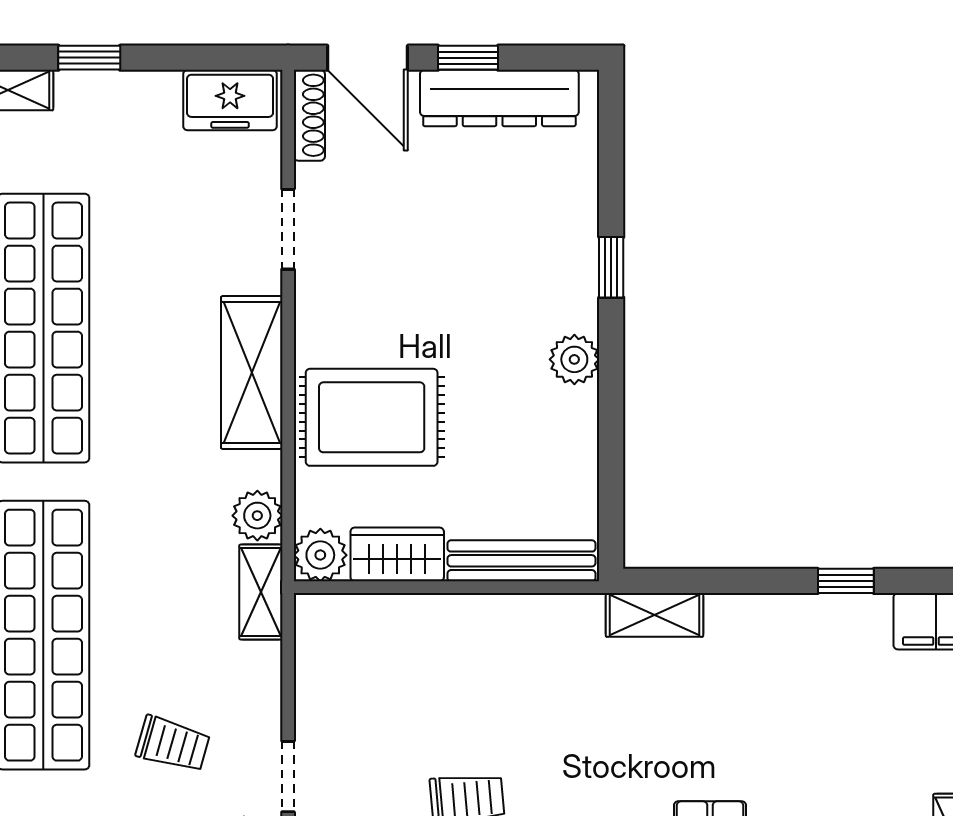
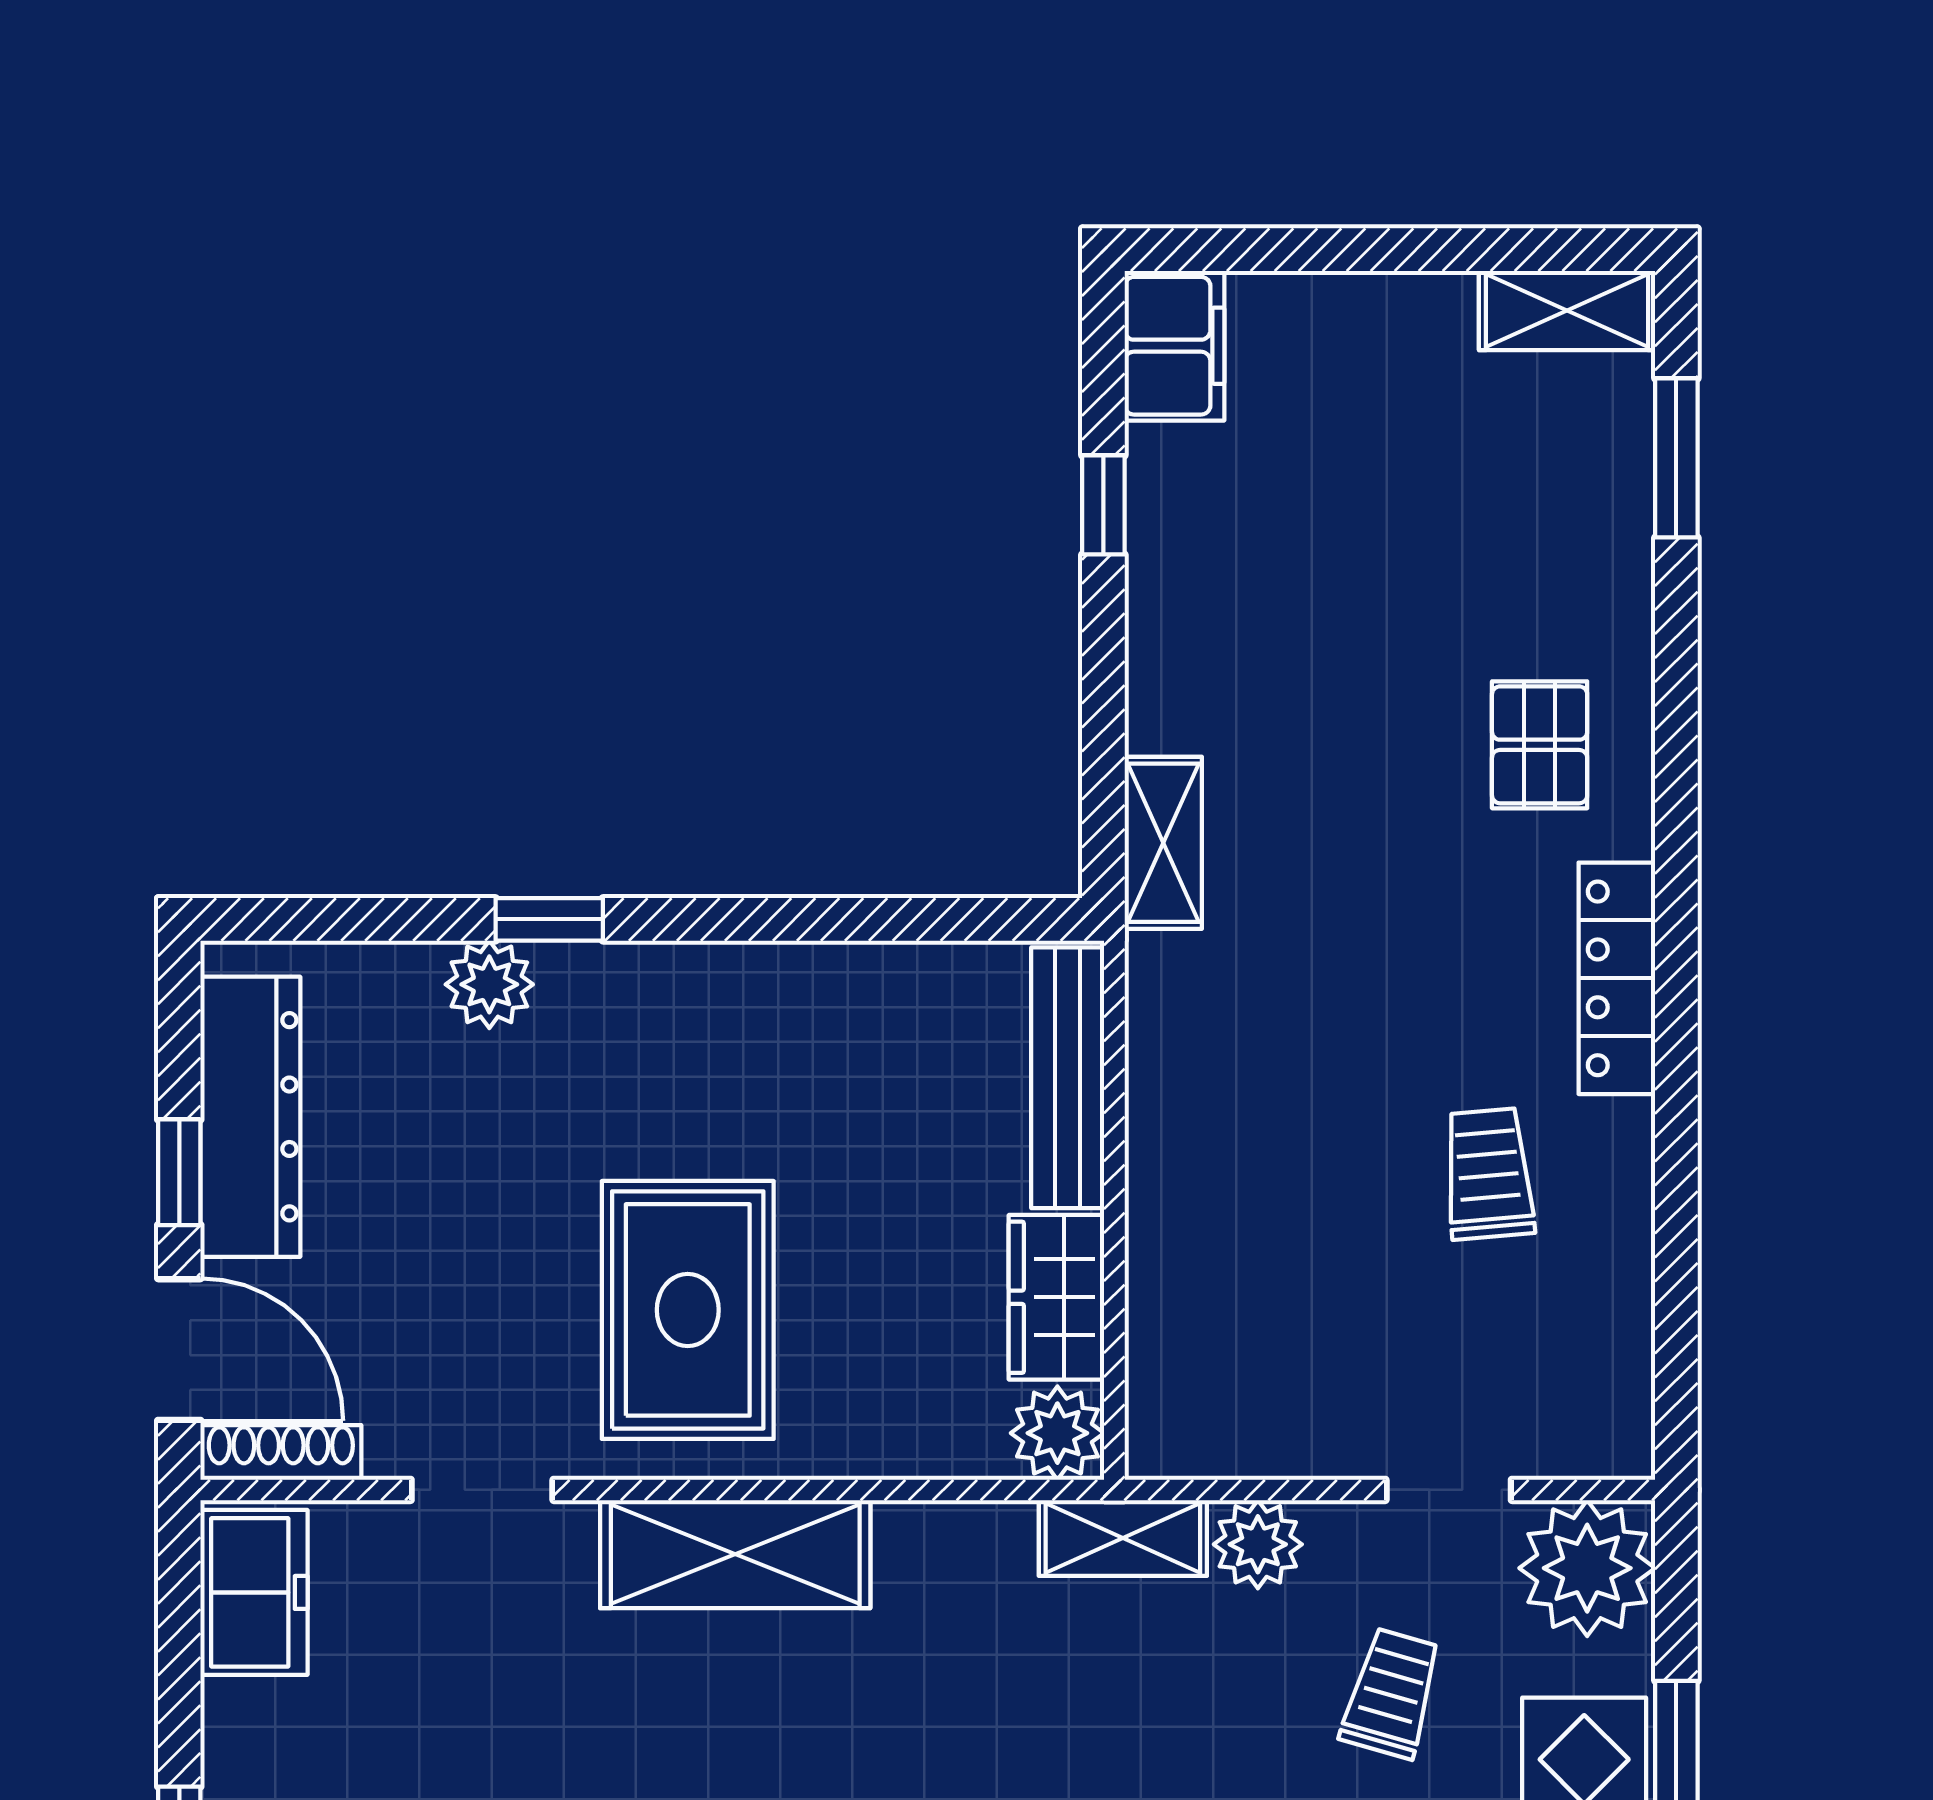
door: (368, 58) -> (179, 1350), hinge flipped
plant: (574, 359) -> (489, 984), moved
rug: (372, 417) -> (688, 1310), moved
plant: (257, 516) -> (1258, 1544), moved

